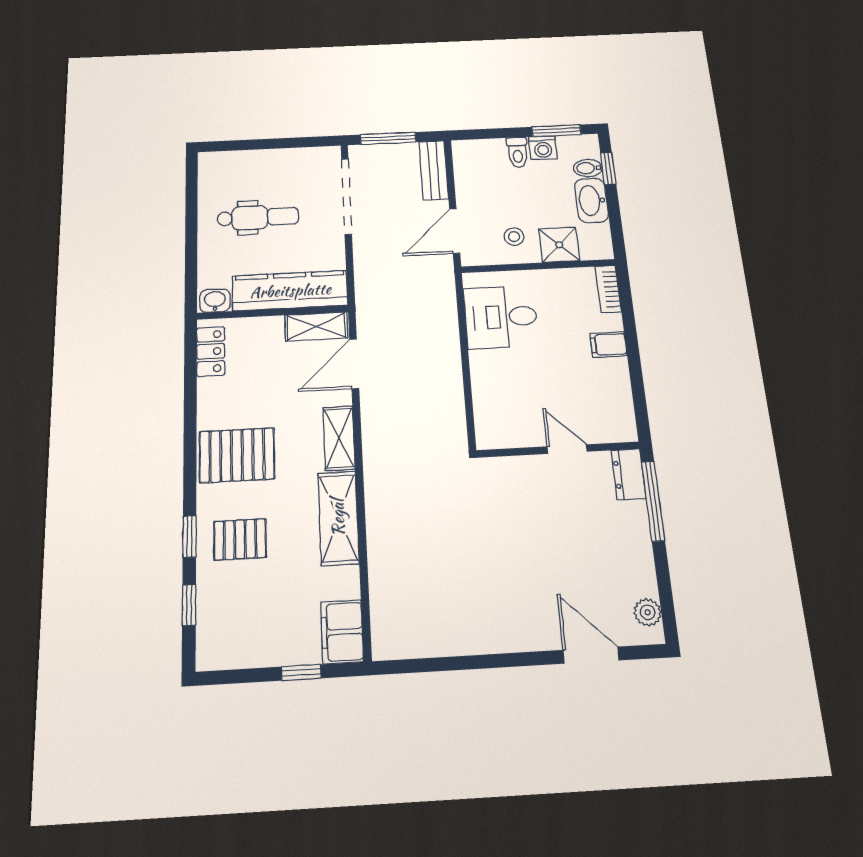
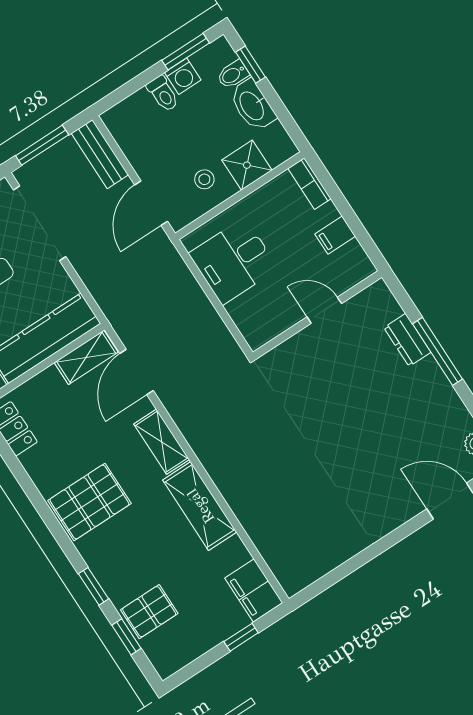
door: (567, 449) -> (324, 310), moved
wall: (558, 450) -> (317, 315), moved
pallet: (240, 539) -> (149, 612), moved

